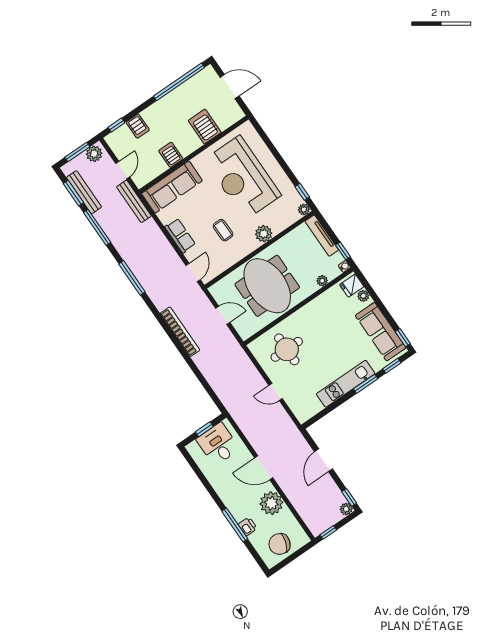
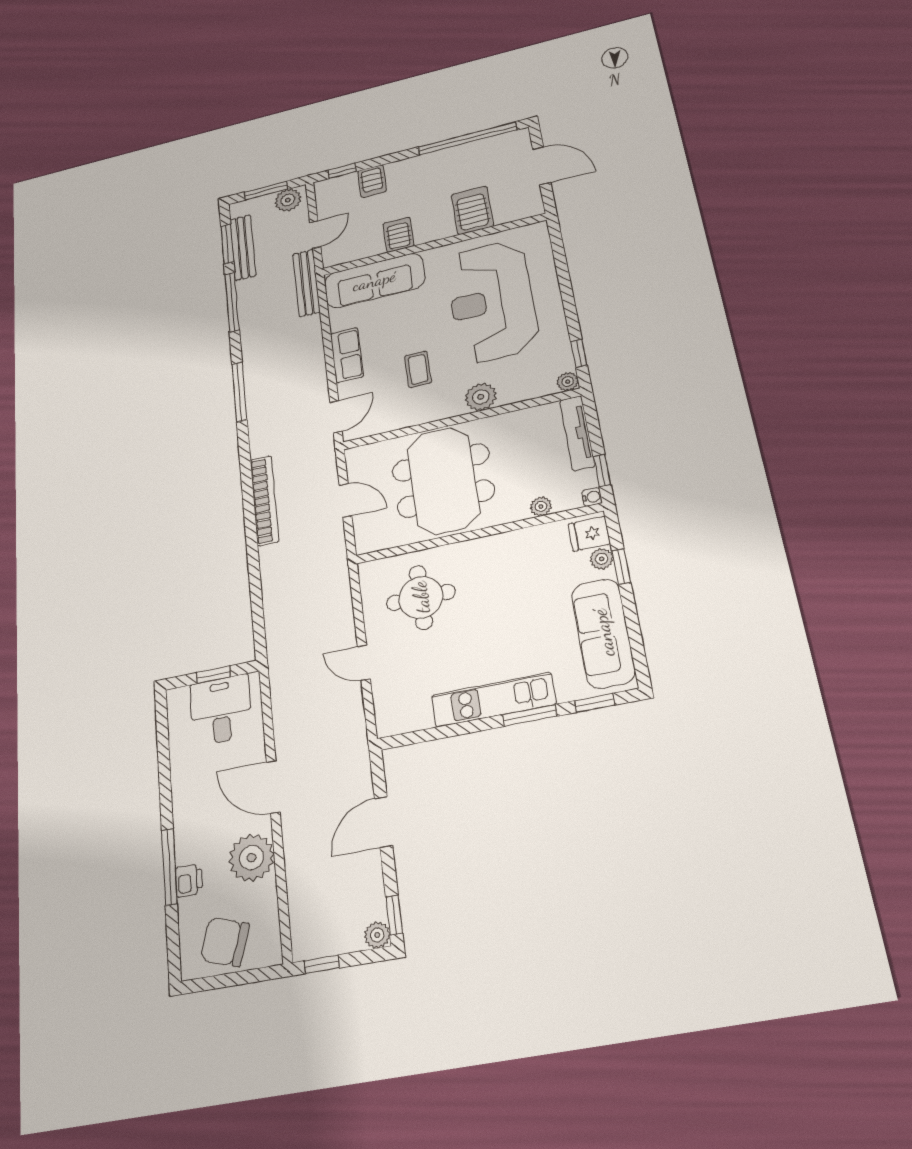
window: (403, 338) -> (621, 567), moved

